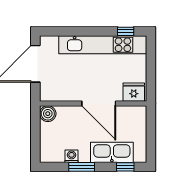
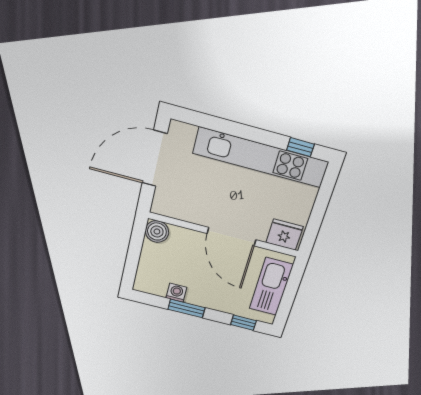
kitchen sink: (112, 152) -> (271, 287), moved, turned -90

